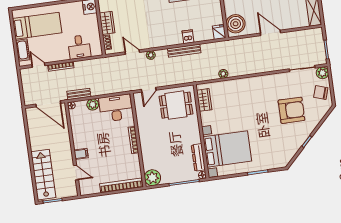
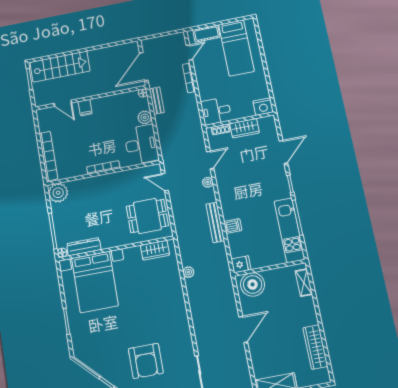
desk: (79, 47) -> (216, 111), moved
dining table: (176, 105) -> (147, 216), turned 90
door: (76, 173) -> (63, 103), hinge flipped

